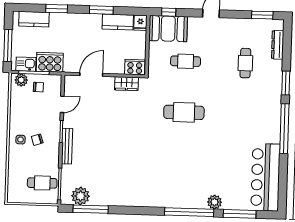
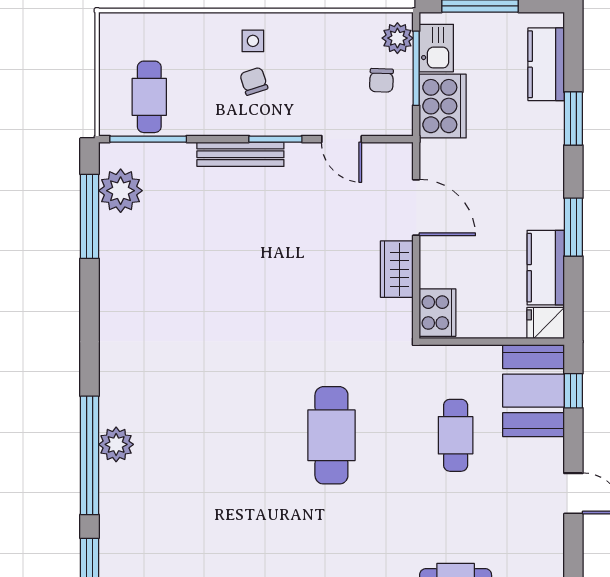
wardrobe: (127, 84) -> (397, 269), moved
plant: (215, 202) -> (116, 444), moved

